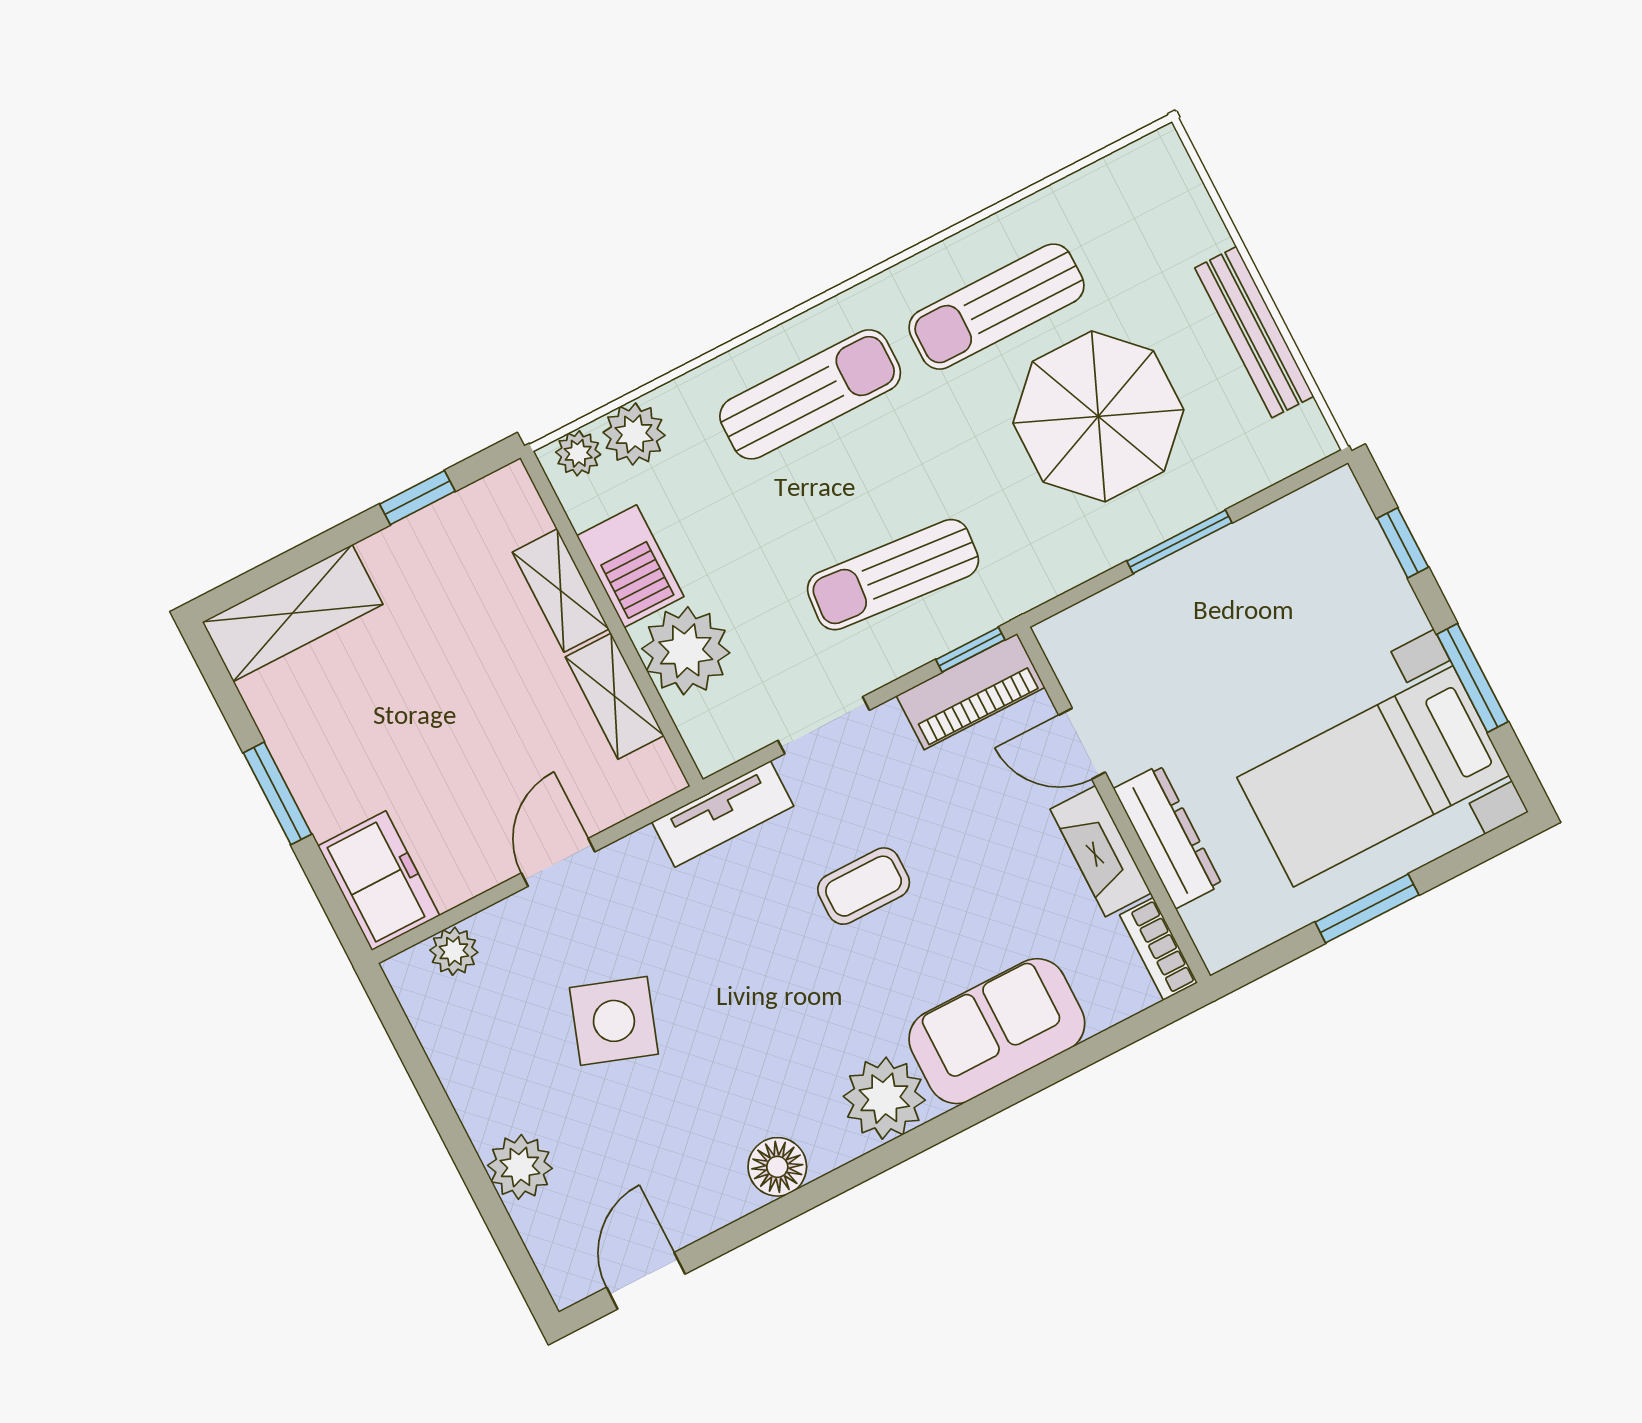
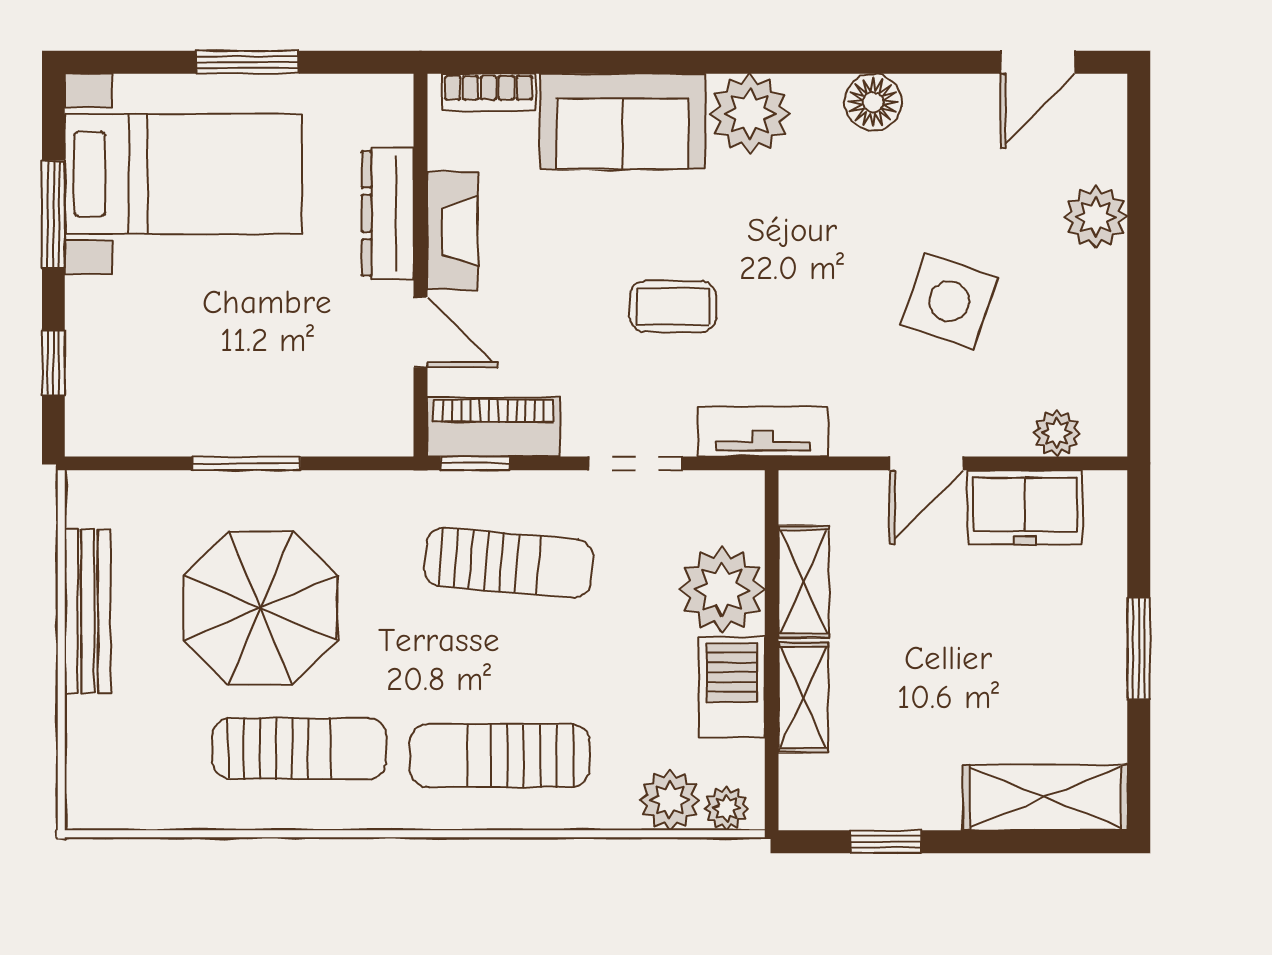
freezer: (379, 881) -> (1025, 507), moved, turned -90
bookcase: (1158, 949) -> (489, 92), moved, turned 90

